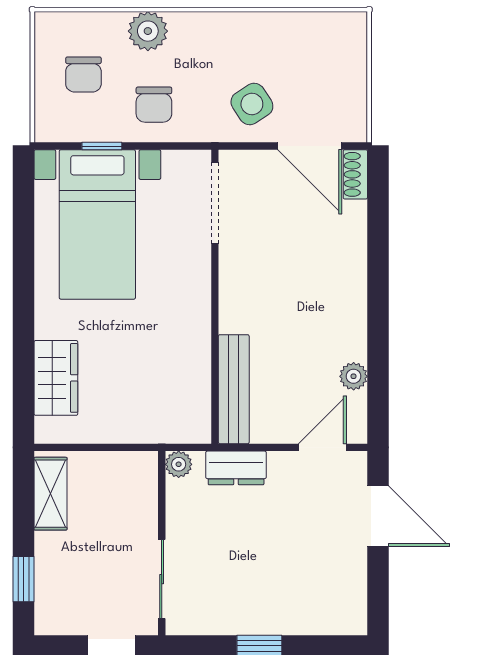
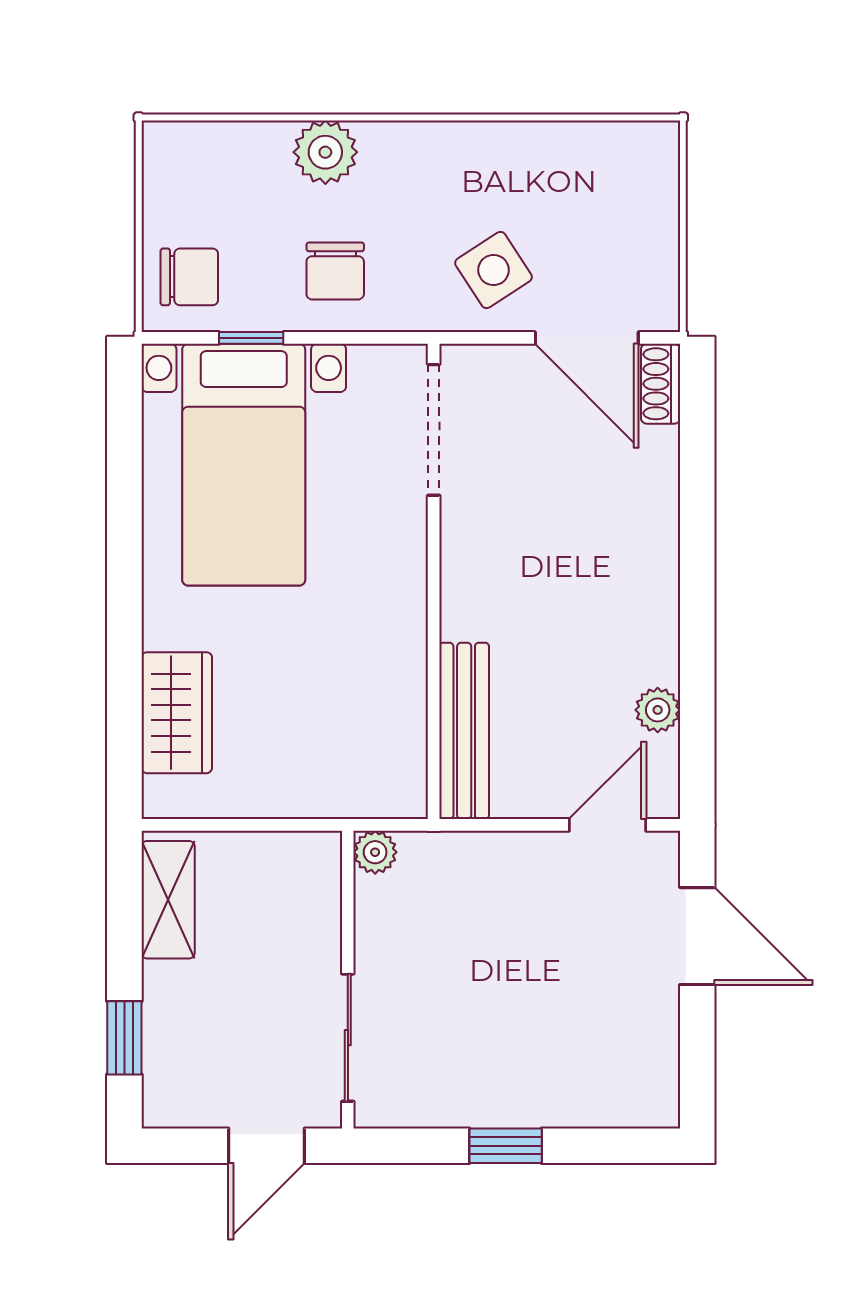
chair: (83, 74) -> (189, 277), moved, turned -90
dresser: (236, 468) -> (468, 858), removed

